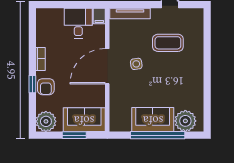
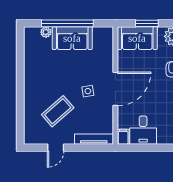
coffee table: (168, 43) -> (58, 111), turned -41
plant: (185, 121) -> (46, 32), width x0.53, depth x0.53

